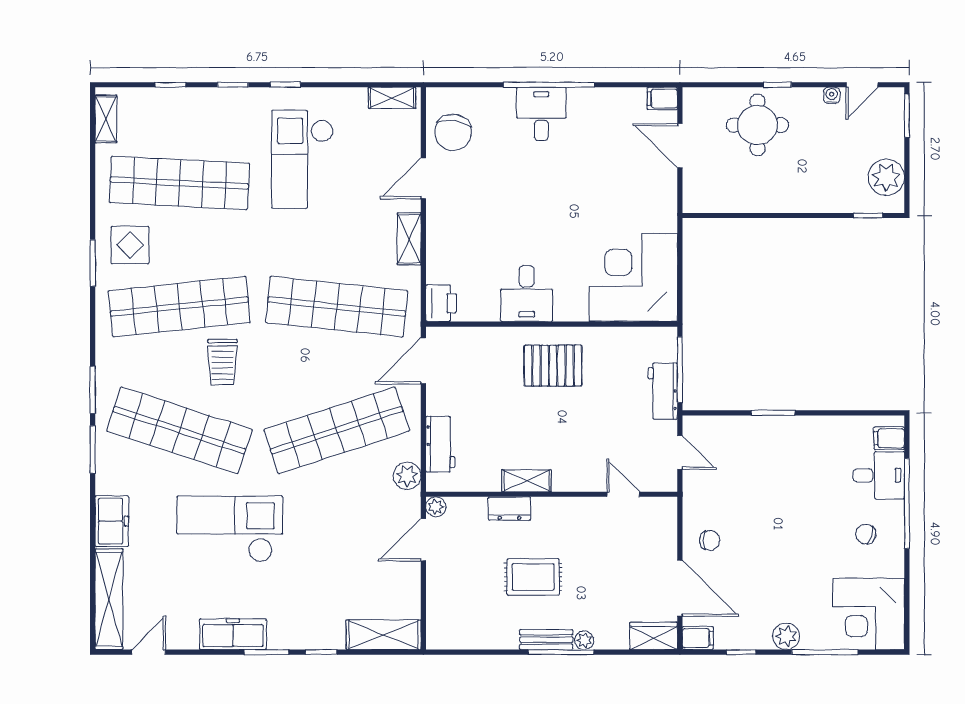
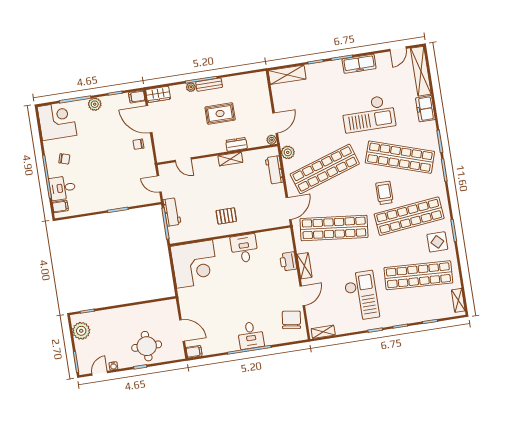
printer: (441, 303) -> (288, 261), moved
pallet: (553, 366) -> (226, 216), width x0.67, depth x0.71

